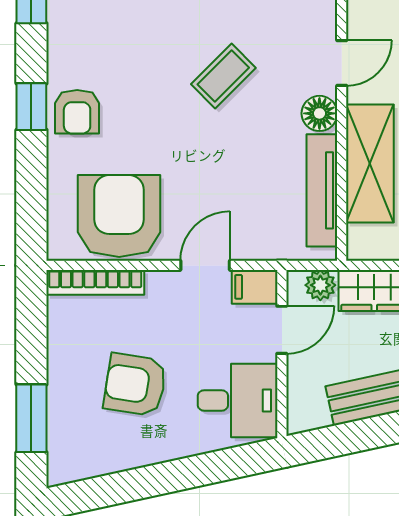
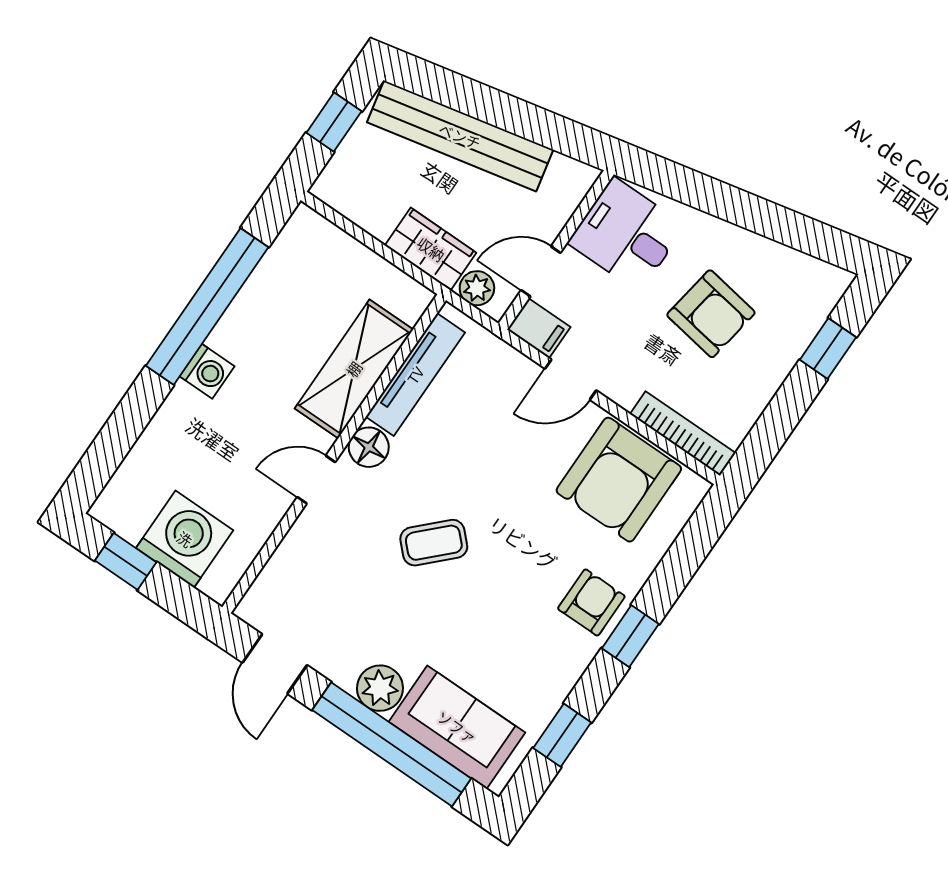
window: (31, 418) -> (828, 349), width x0.67

